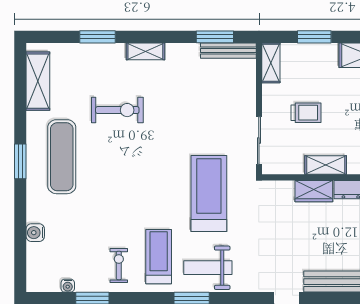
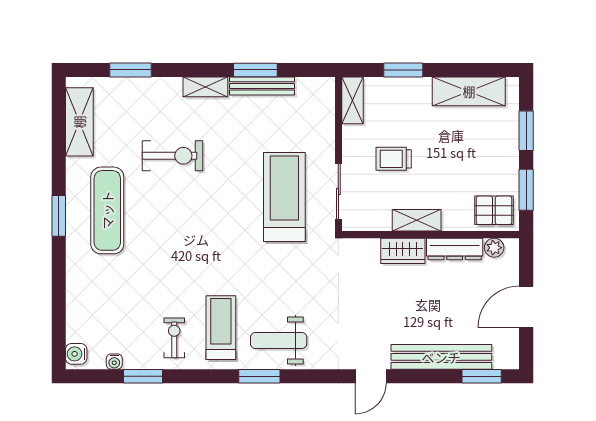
window: (97, 37) -> (131, 70), moved
window: (215, 37) -> (255, 70), moved
bench: (228, 51) -> (262, 86), moved
trolley: (306, 113) -> (394, 159), turned 180
treadmill: (209, 194) -> (284, 197), moved
water cooler: (35, 233) -> (76, 354), moved

